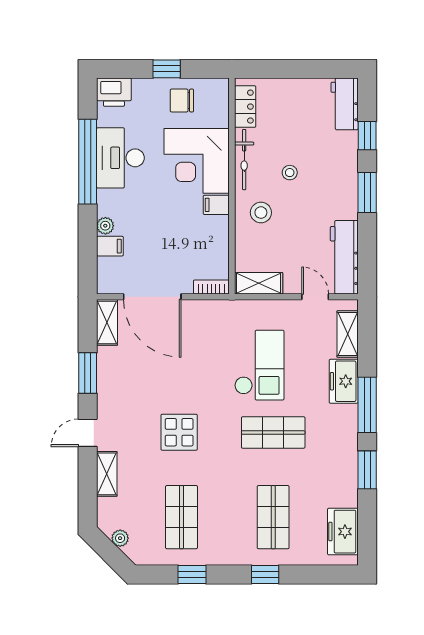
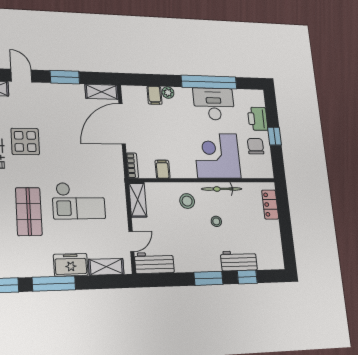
printer: (114, 92) -> (258, 119), moved
workbench: (345, 104) -> (239, 261), moved
locker: (245, 107) -> (270, 205), moved, turned 90
filing cabinet: (216, 205) -> (163, 169), moved
workbench: (344, 257) -> (154, 263), width x0.73

